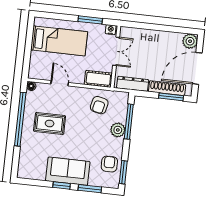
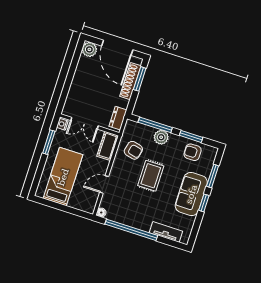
double door: (116, 51) -> (84, 123), swing flipped
dresser: (133, 84) -> (118, 118), width x0.70
rug: (50, 123) -> (151, 176), moved
tv unit: (25, 154) -> (166, 232), added
window: (123, 172) -> (191, 136), moved

